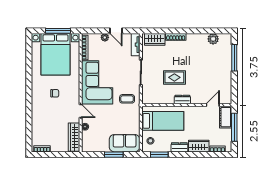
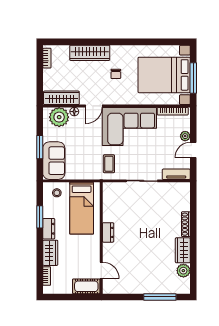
wardrobe: (155, 39) -> (183, 250), moved
rug: (174, 77) -> (136, 223), removed
wardrobe: (38, 114) -> (90, 53), added
window: (234, 127) -> (74, 297), removed
plant: (89, 139) -> (59, 117), added
window: (159, 155) -> (40, 217), moved

